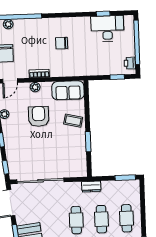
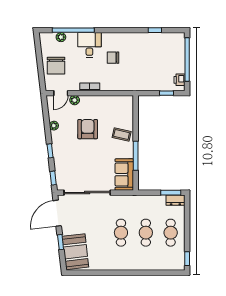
desk: (107, 29) -> (89, 45), moved, width x0.73
plant: (35, 87) -> (75, 100), moved
sofa: (68, 90) -> (124, 175), moved, turned 90
window: (88, 142) -> (136, 156), width x1.44
dresser: (91, 187) -> (175, 200), moved

